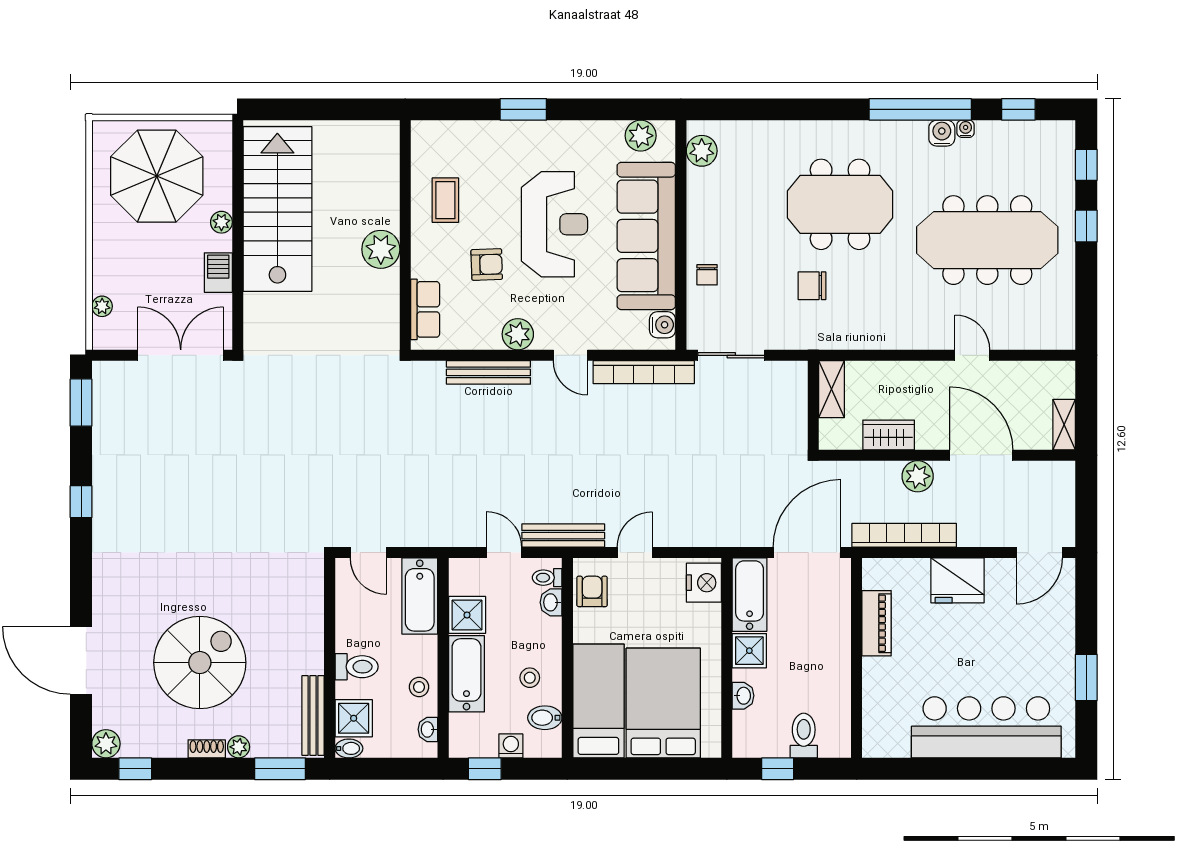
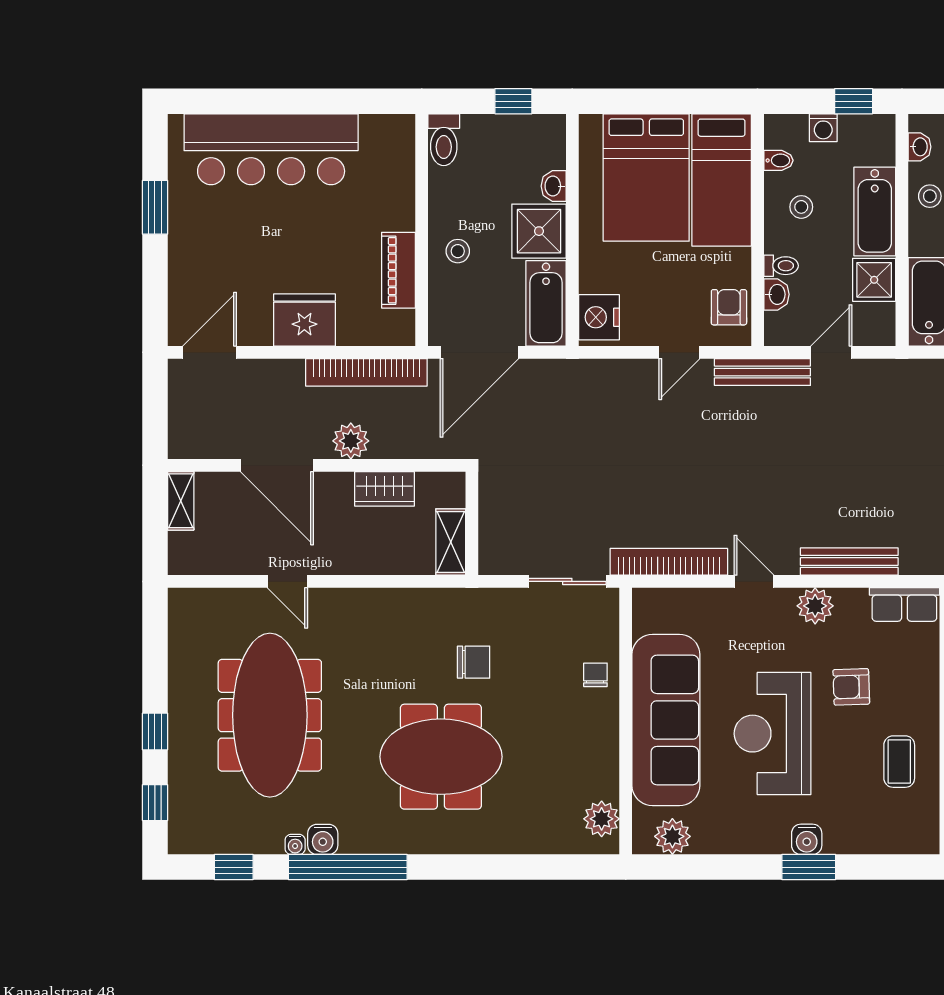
meeting table: (987, 240) -> (270, 715), turned 90
row of seats: (425, 309) -> (904, 604), moved, turned -90
water cooler: (662, 325) -> (807, 839), moved, turned -90
door: (504, 553) -> (831, 352), swing flipped
toilet: (547, 578) -> (781, 266), moved
armchair: (592, 591) -> (729, 307), turned 180
stool: (826, 640) -> (458, 251), added
shower: (749, 651) -> (539, 231), width x1.36, depth x1.36
bidet: (545, 718) -> (778, 160), width x0.72, depth x0.74
toilet: (804, 736) -> (444, 140), moved

